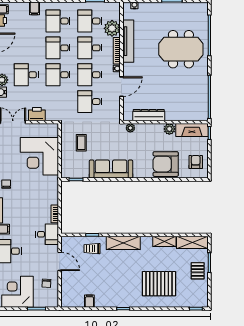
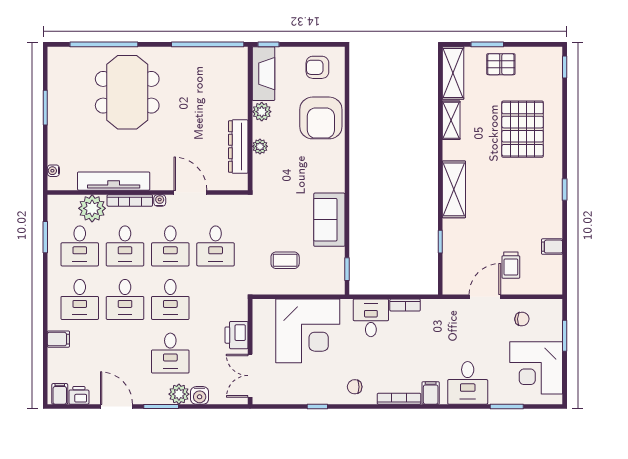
plant: (130, 128) -> (260, 146), moved
sofa: (111, 169) -> (329, 220), width x0.73
desk: (47, 234) -> (371, 318), moved
trolley: (92, 249) -> (511, 265), moved

